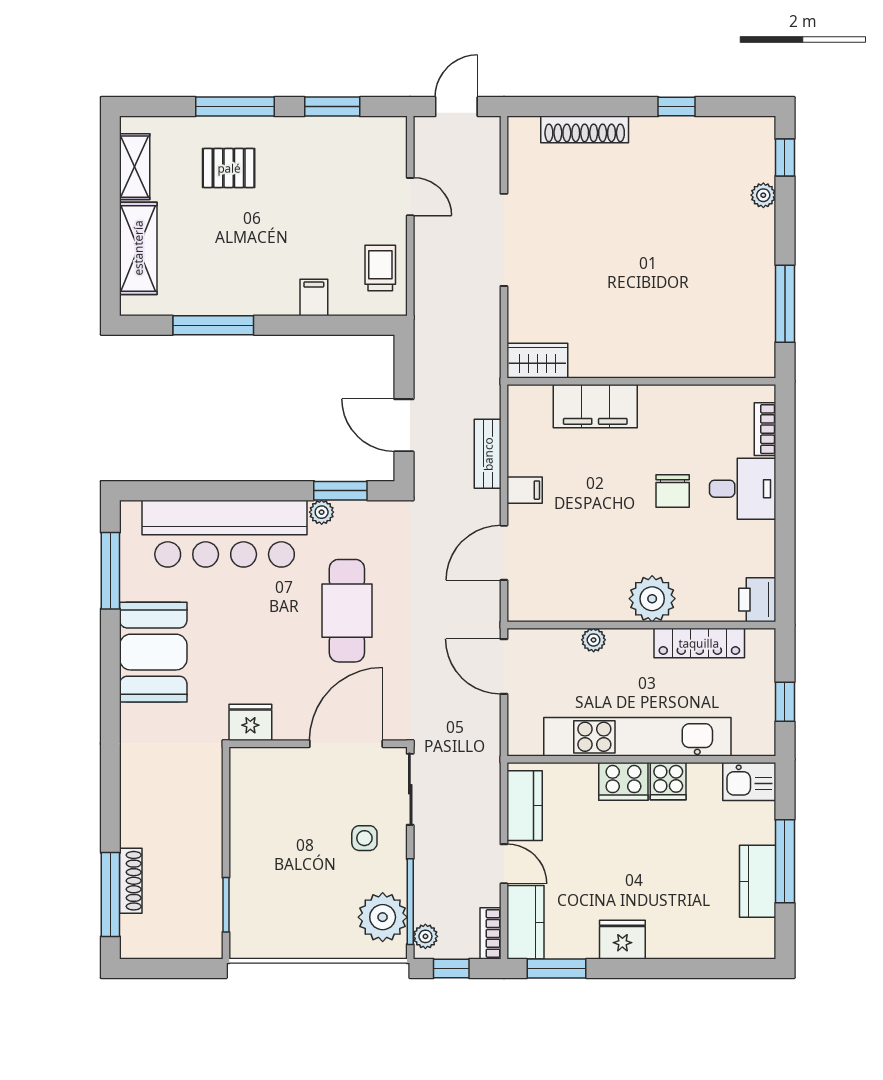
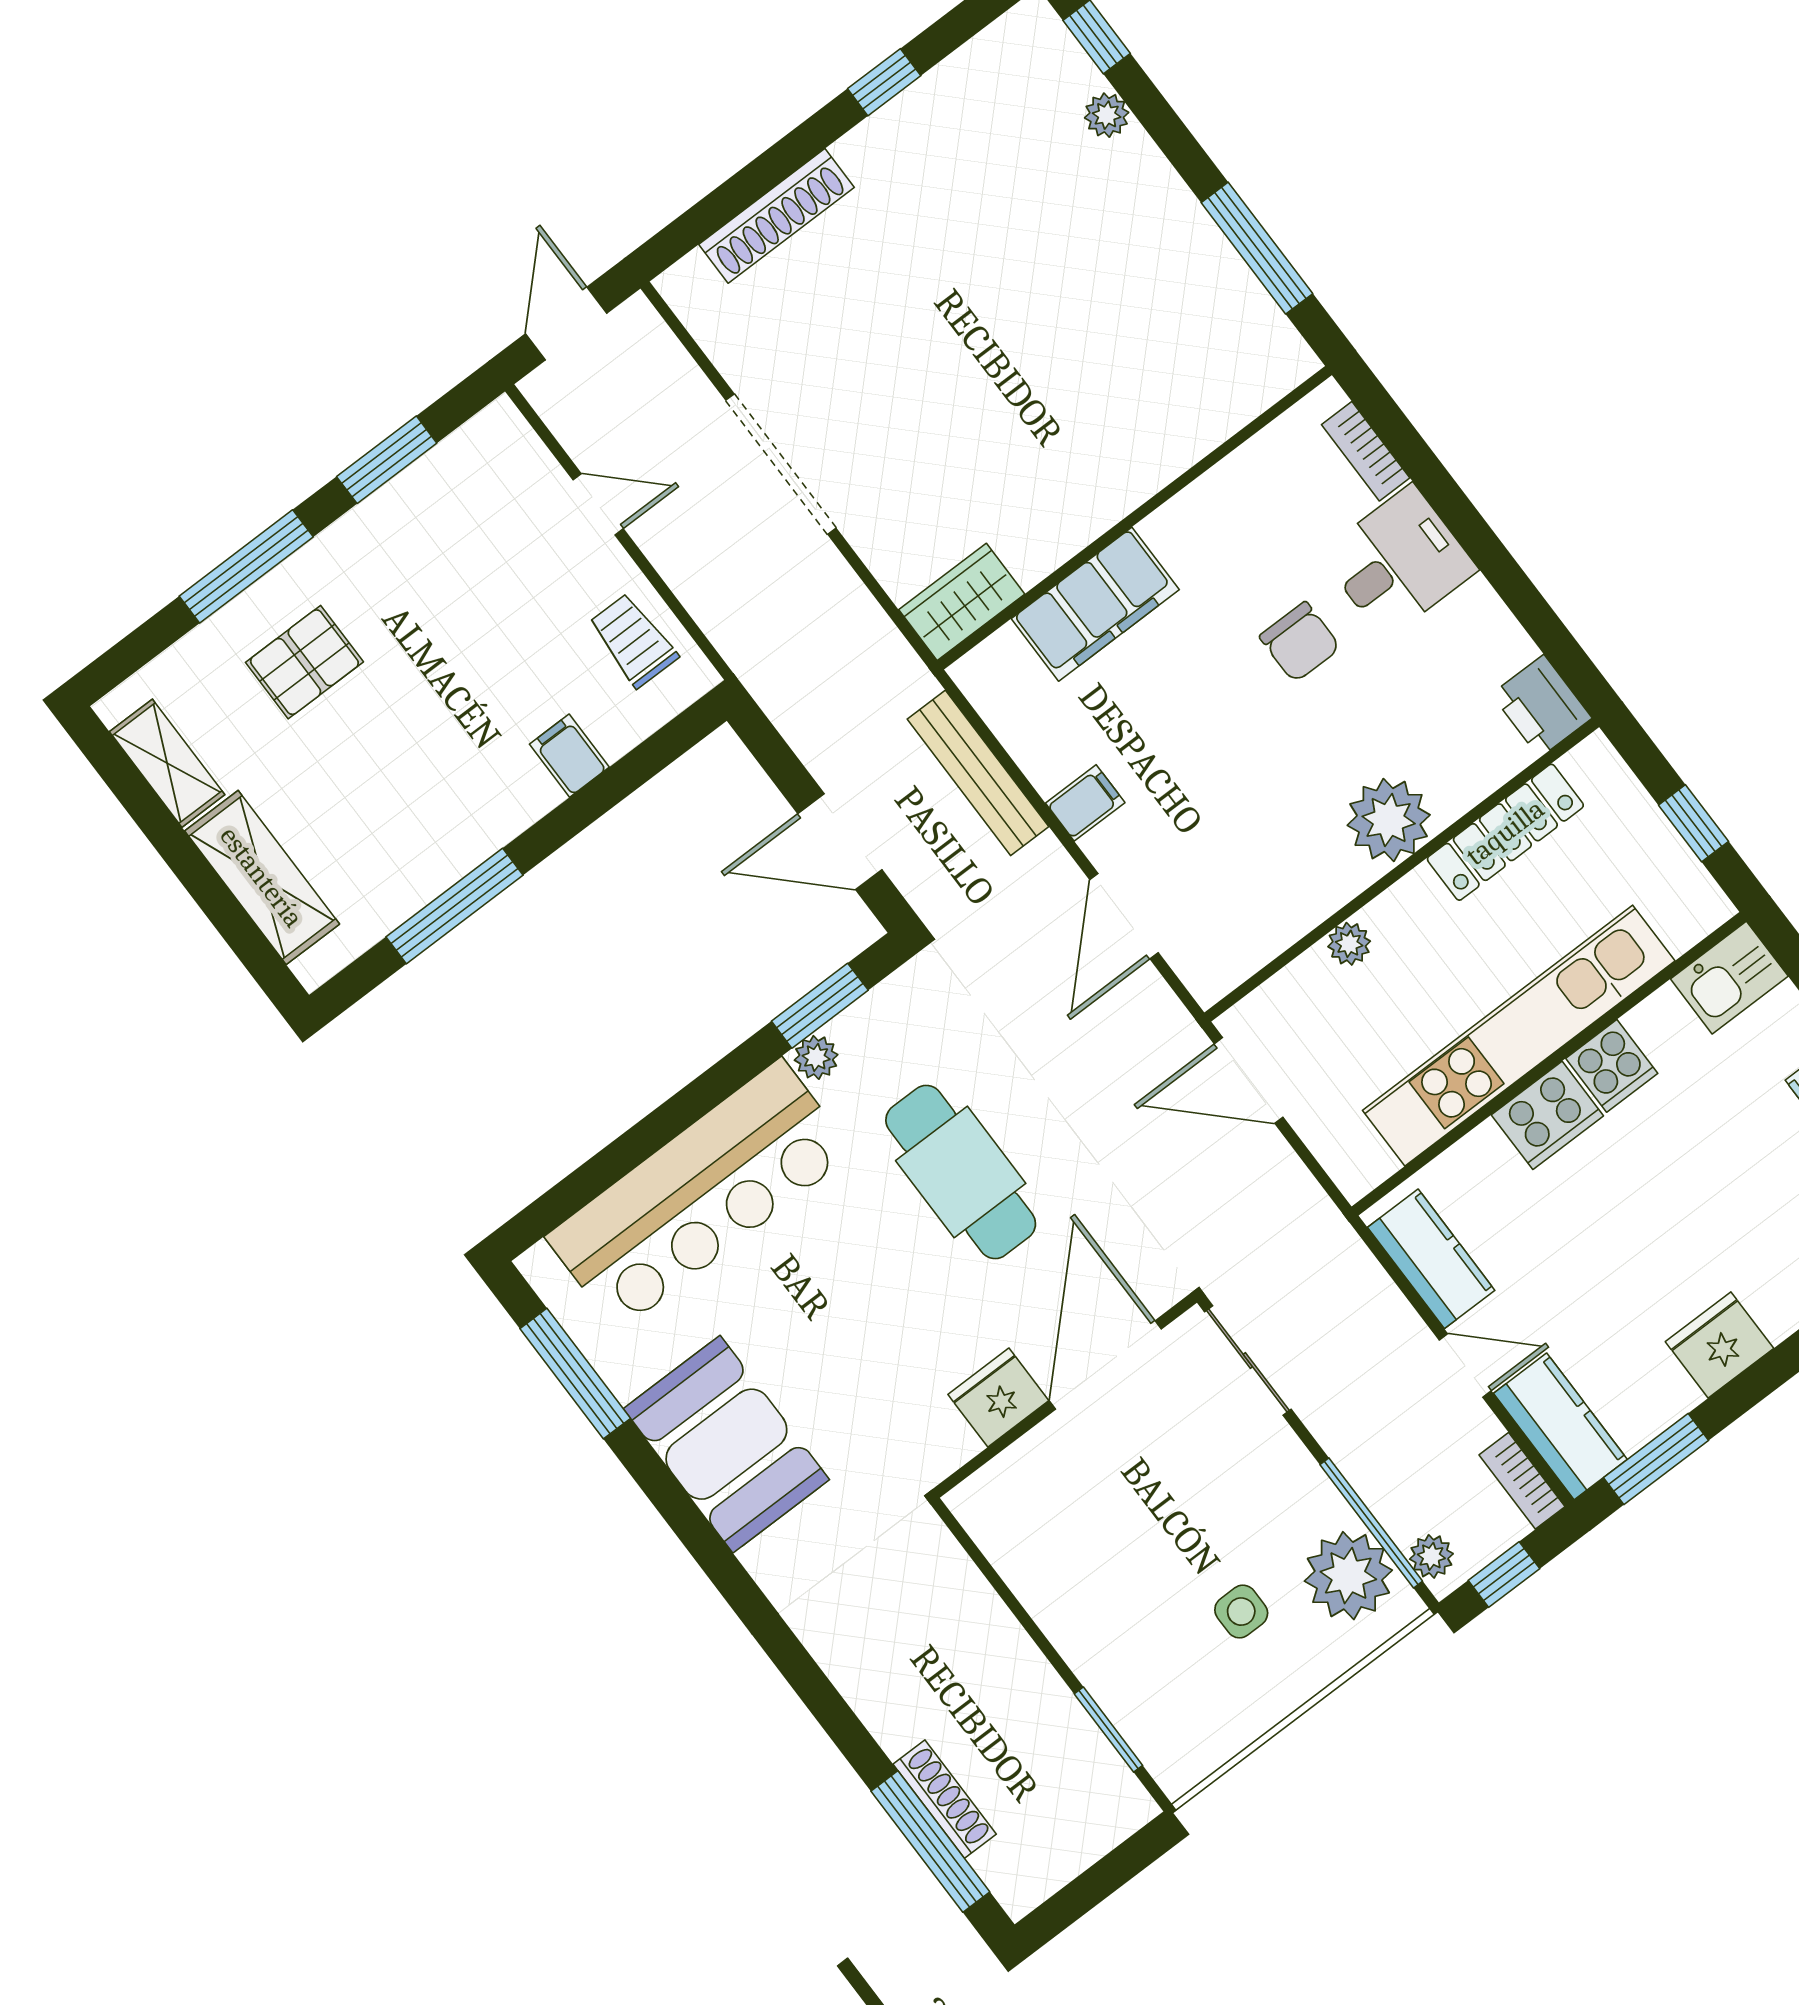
bench: (488, 454) -> (978, 773), width x1.36
fridge: (250, 722) -> (998, 1398), moved
side table: (364, 838) -> (1241, 1612), moved

